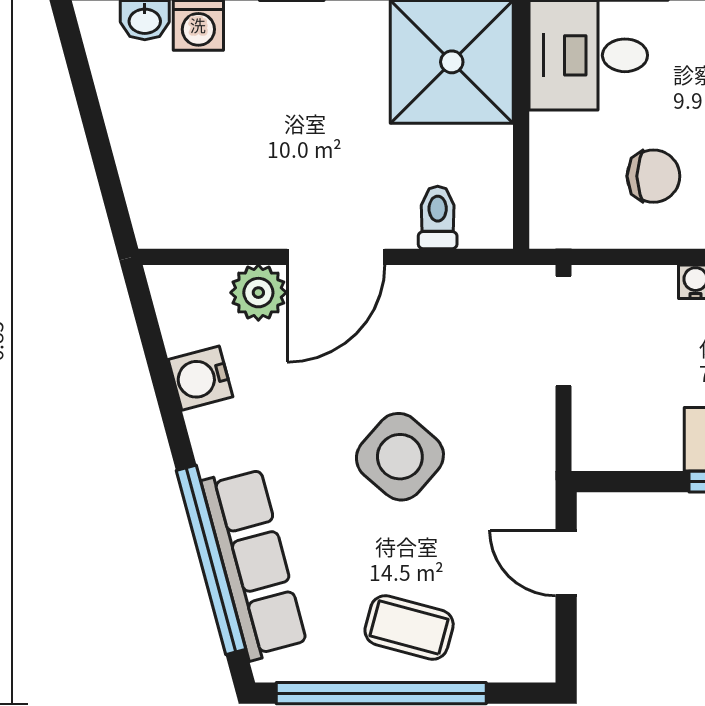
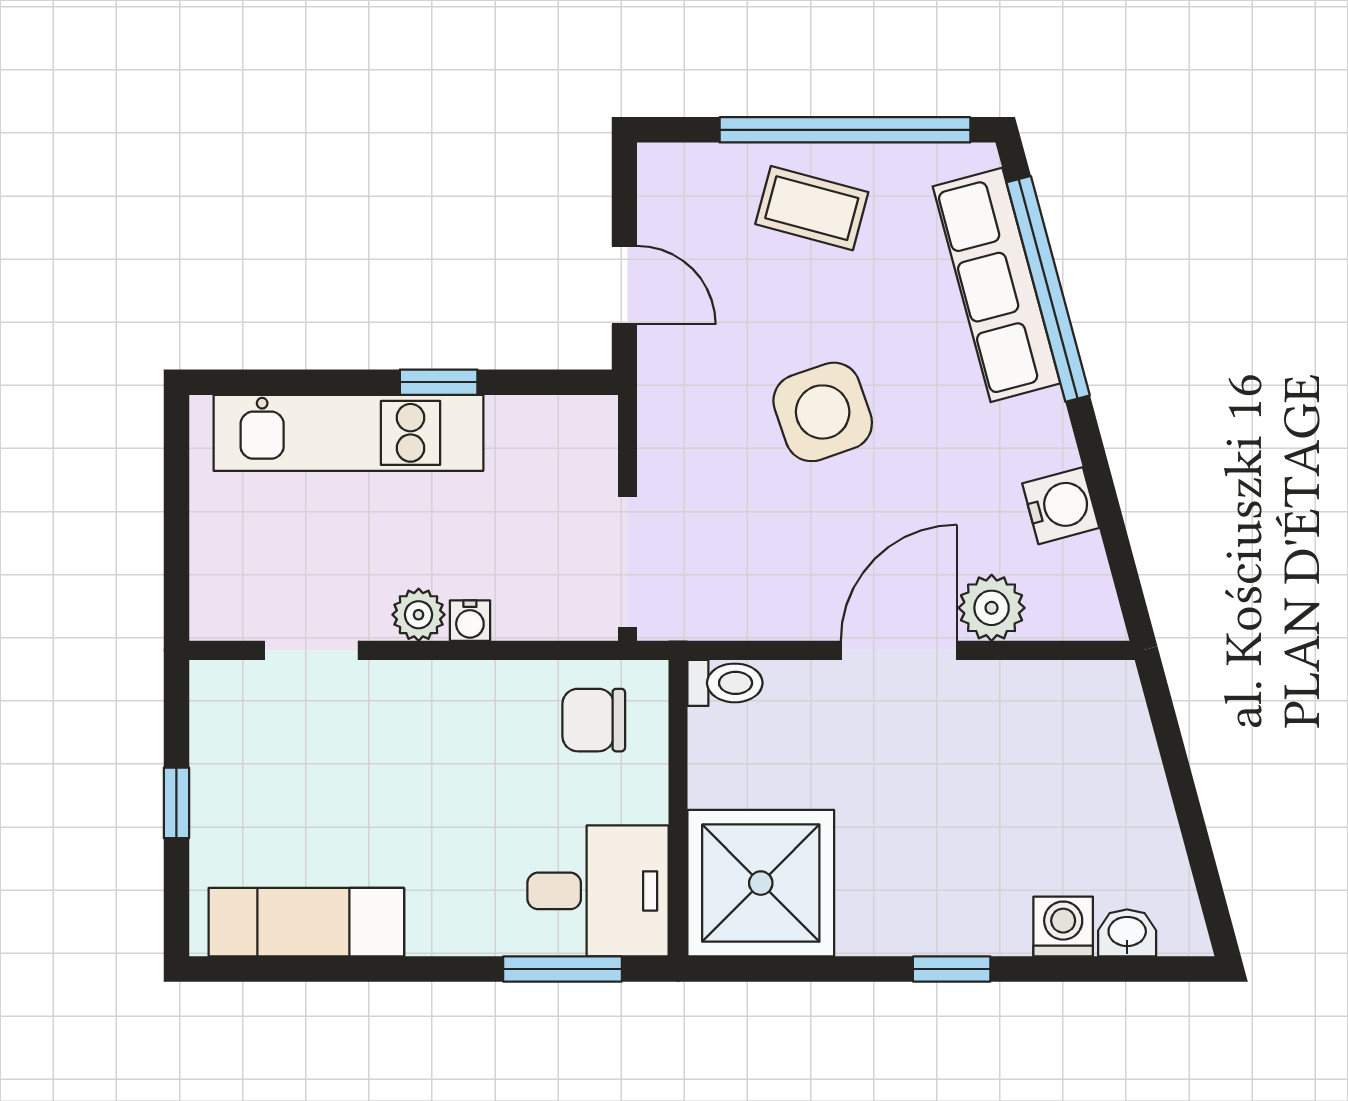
chair: (653, 176) -> (594, 720), moved
toilet: (438, 217) -> (725, 683), moved, turned -90
side table: (400, 457) -> (823, 412), turned 30

